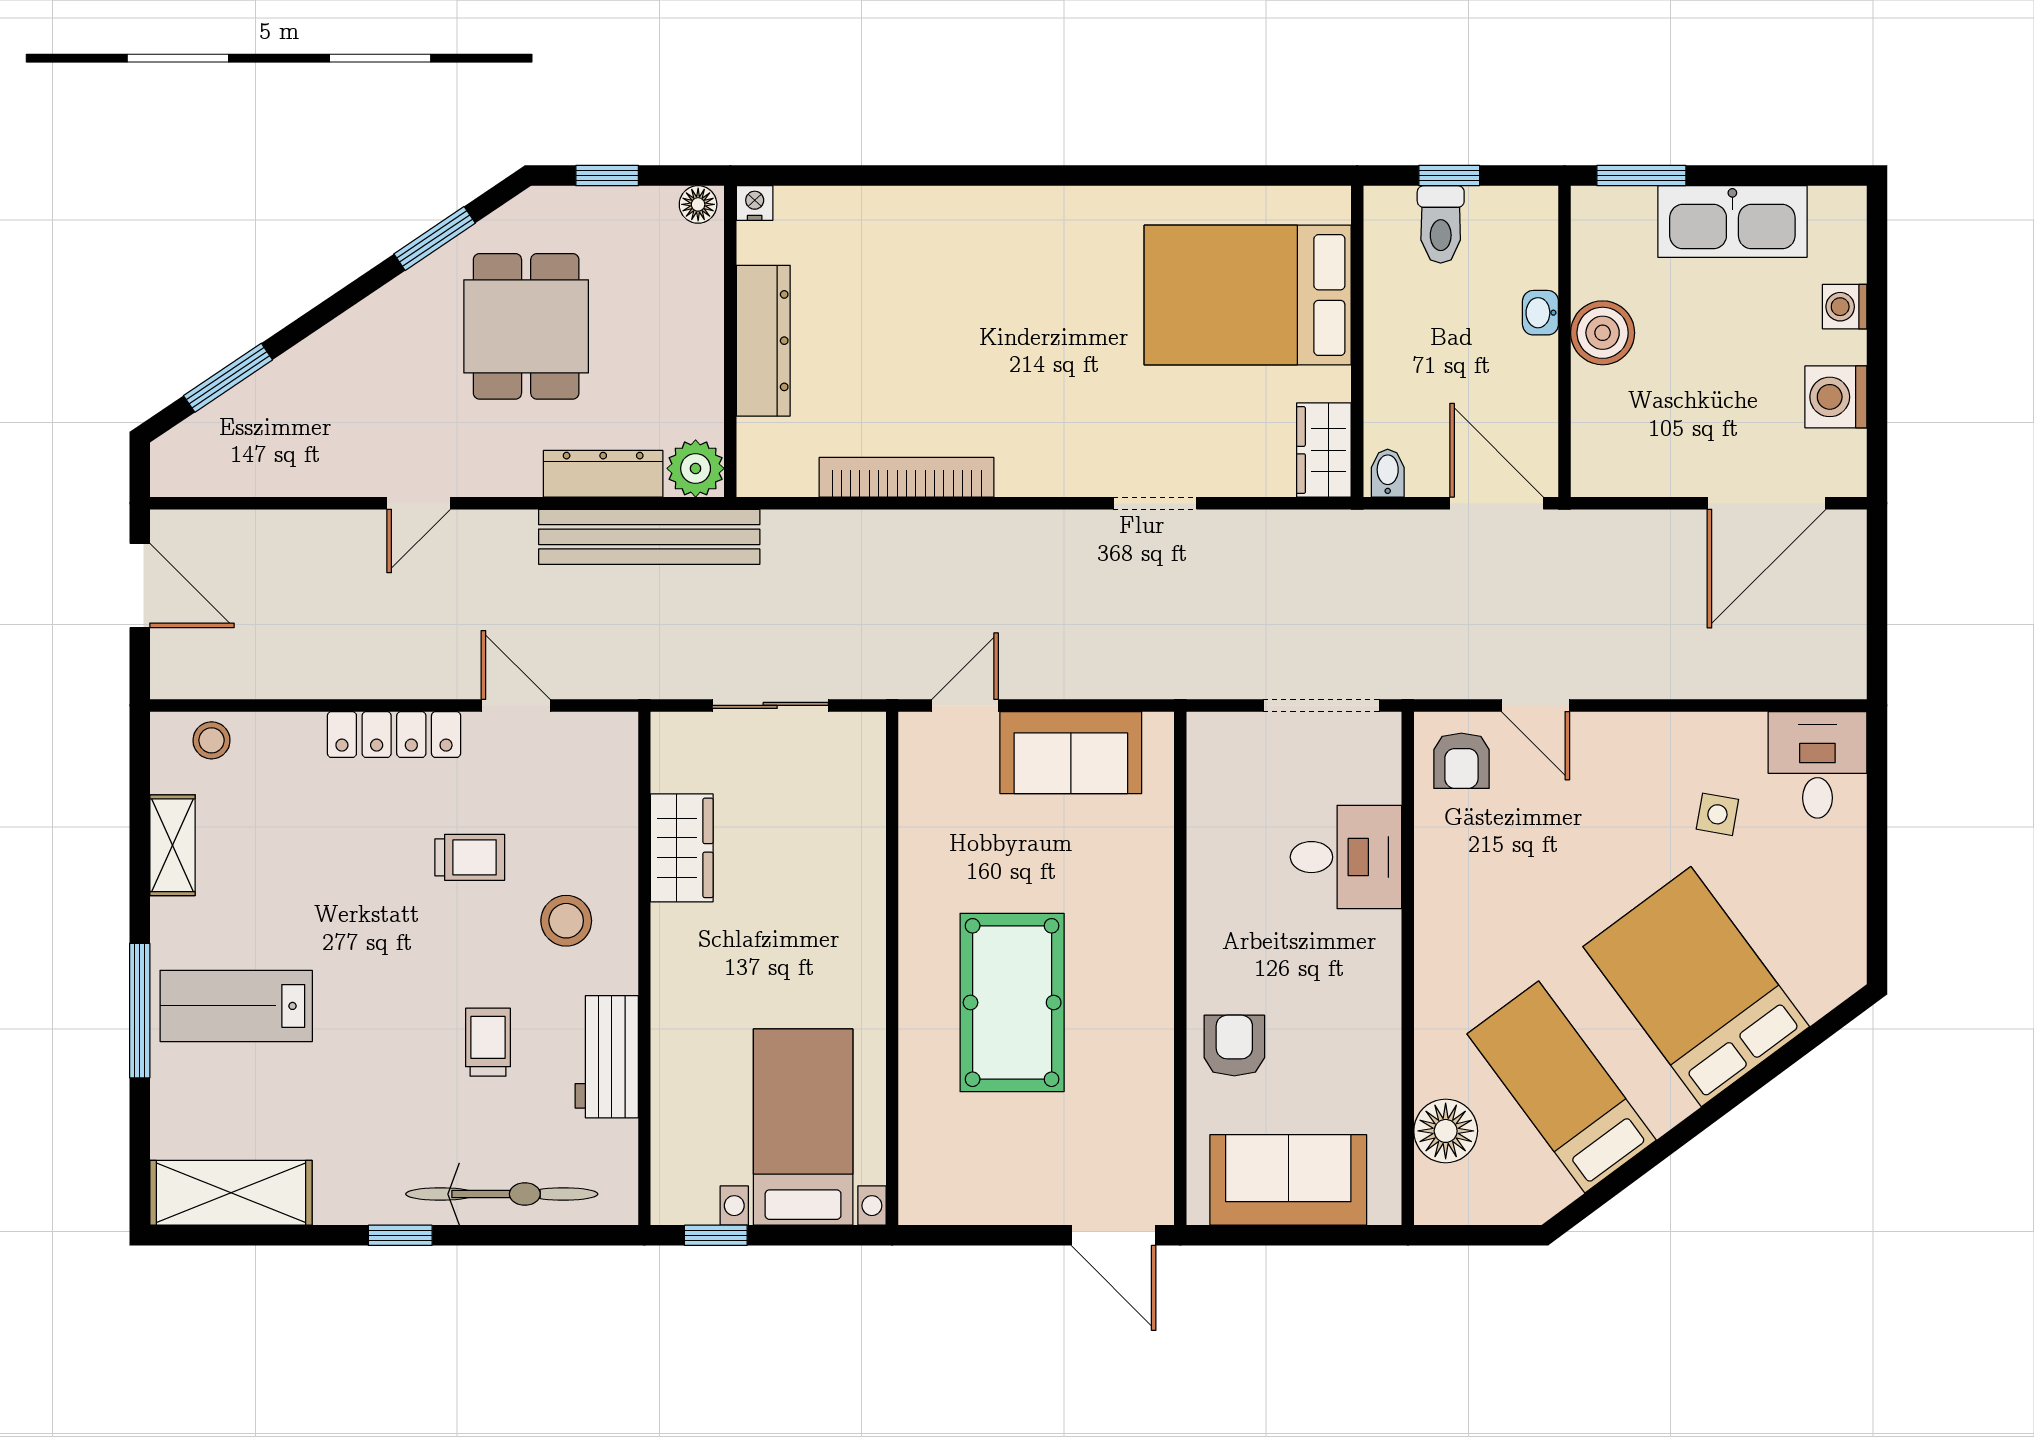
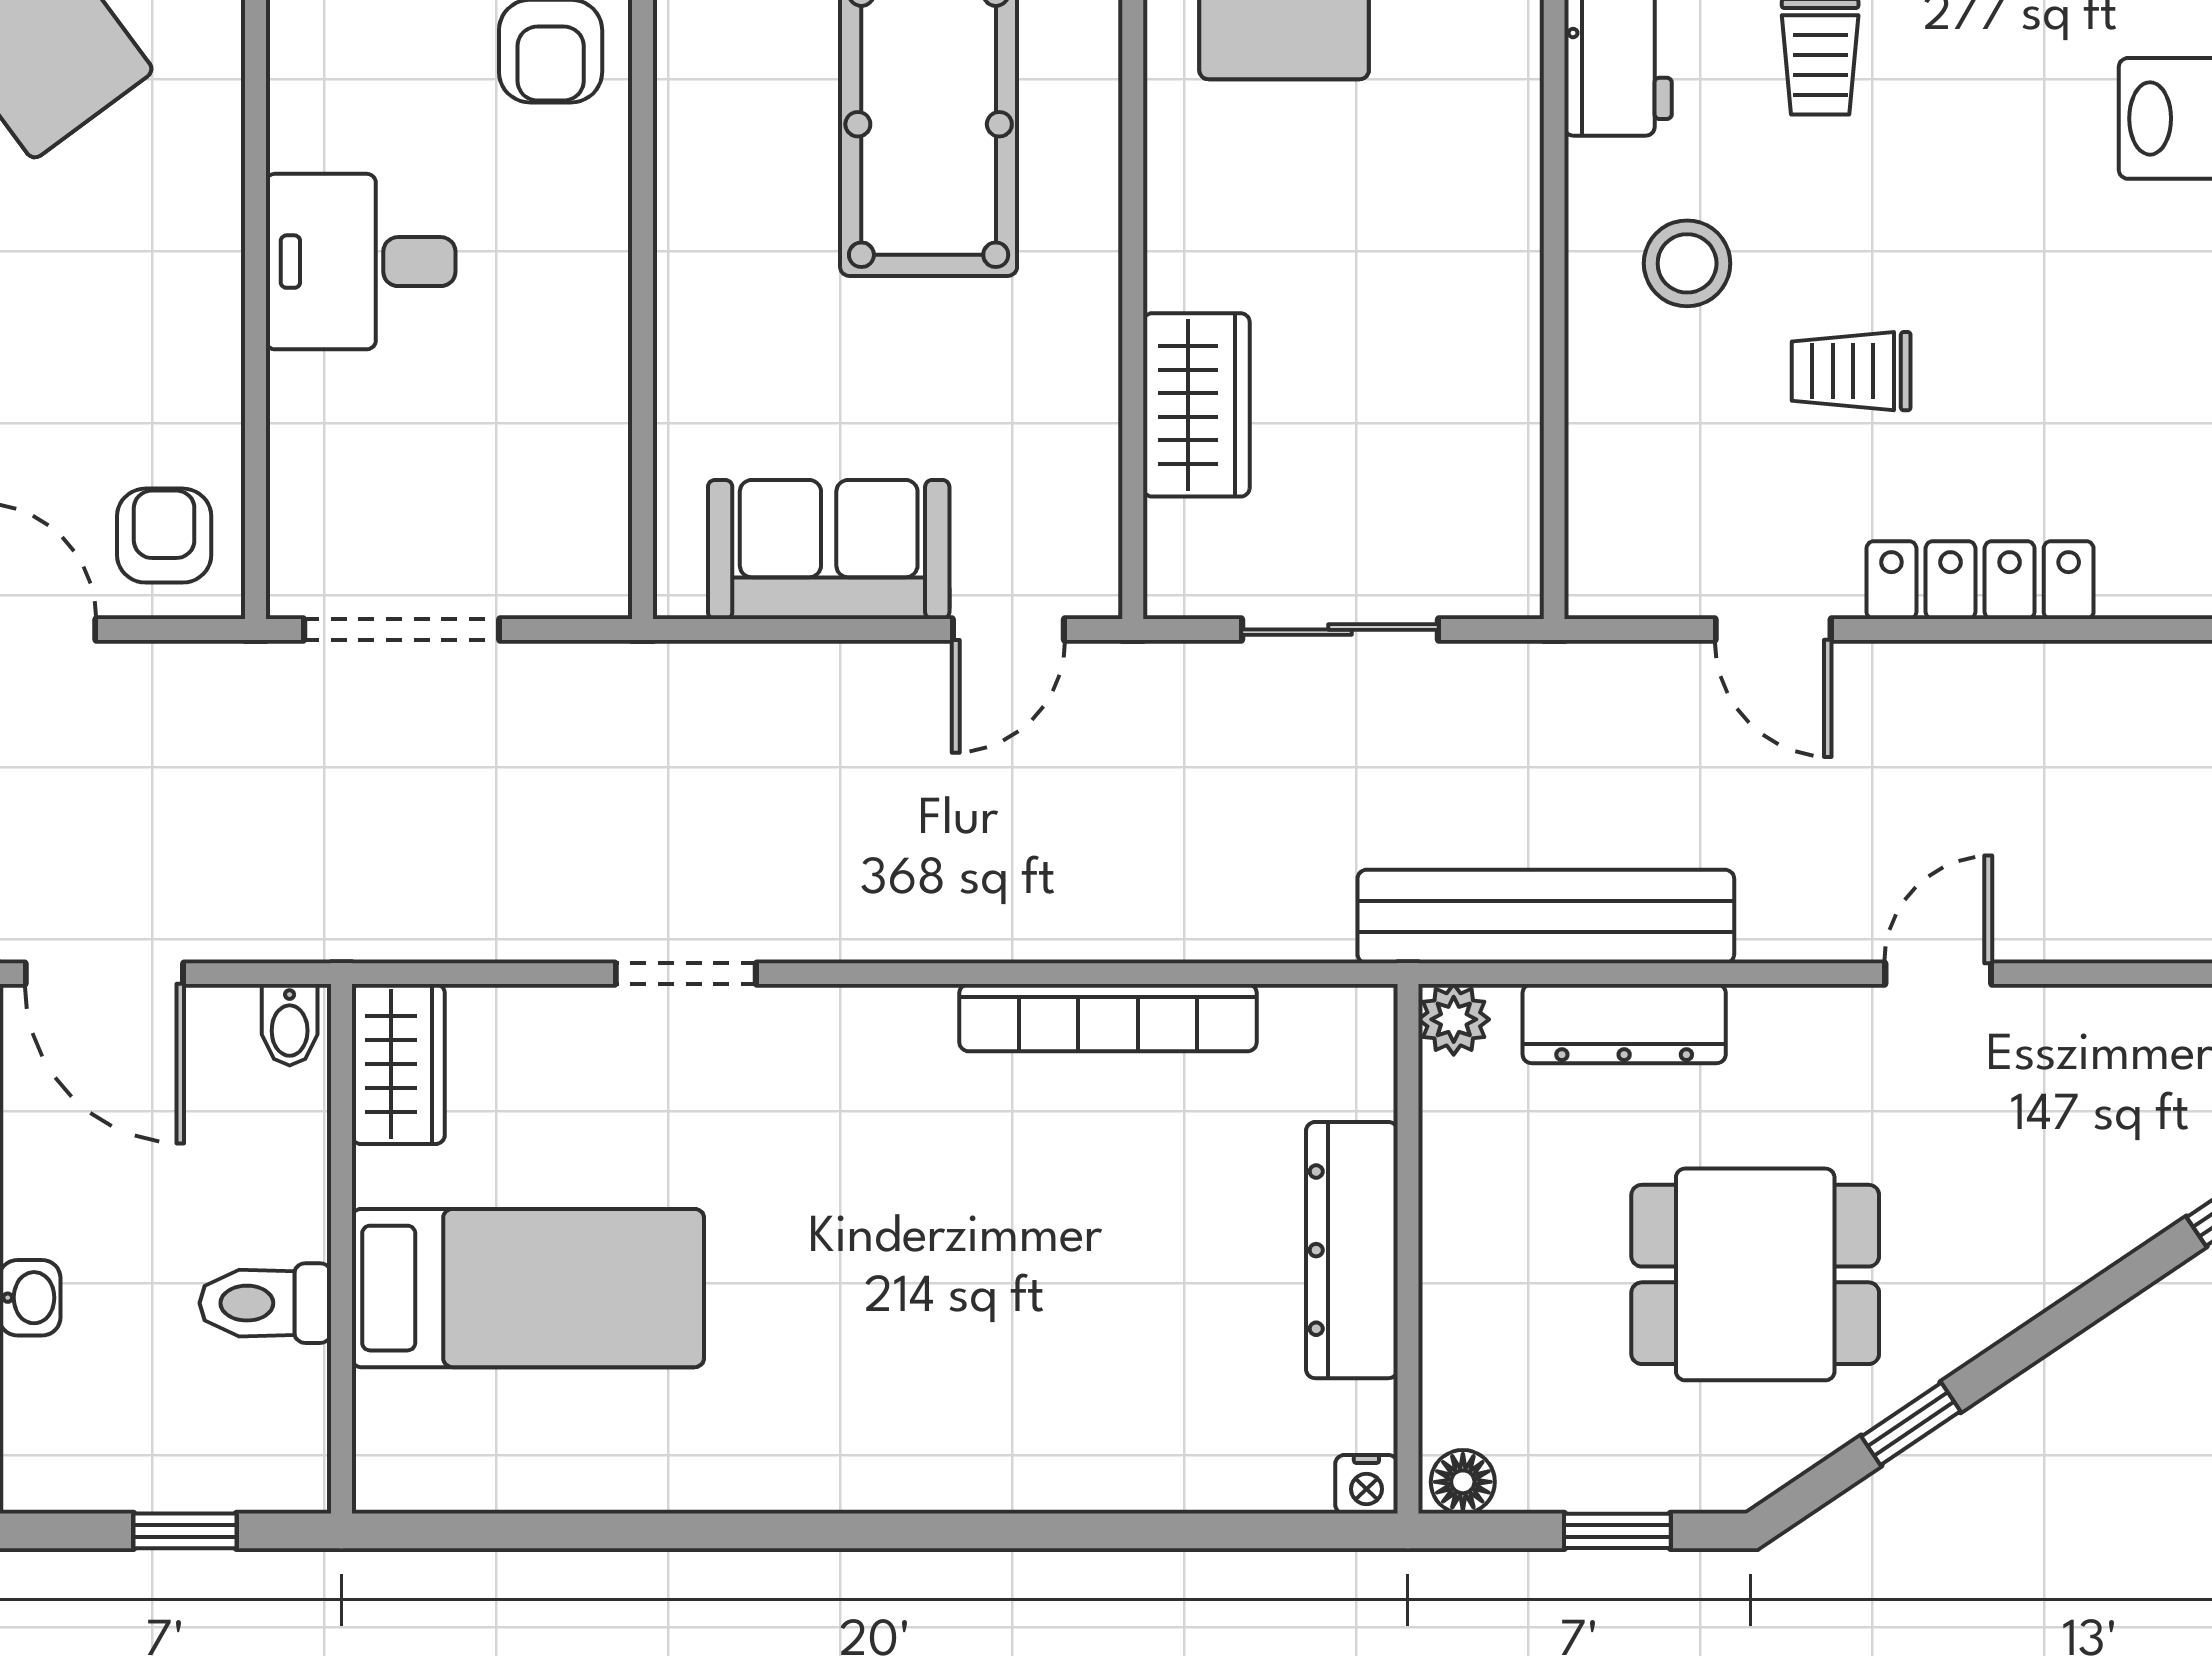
toilet: (1441, 224) -> (265, 1303), moved, turned -90
window: (435, 239) -> (1911, 1424), width x0.67
bed: (1248, 295) -> (528, 1288), width x0.67
dining table: (526, 326) -> (1755, 1274), turned 90
plant: (696, 468) -> (1454, 1019), width x0.73, depth x0.73
wardrobe: (682, 848) -> (1196, 405), moved, turned 180
desk: (1346, 857) -> (361, 262), moved

